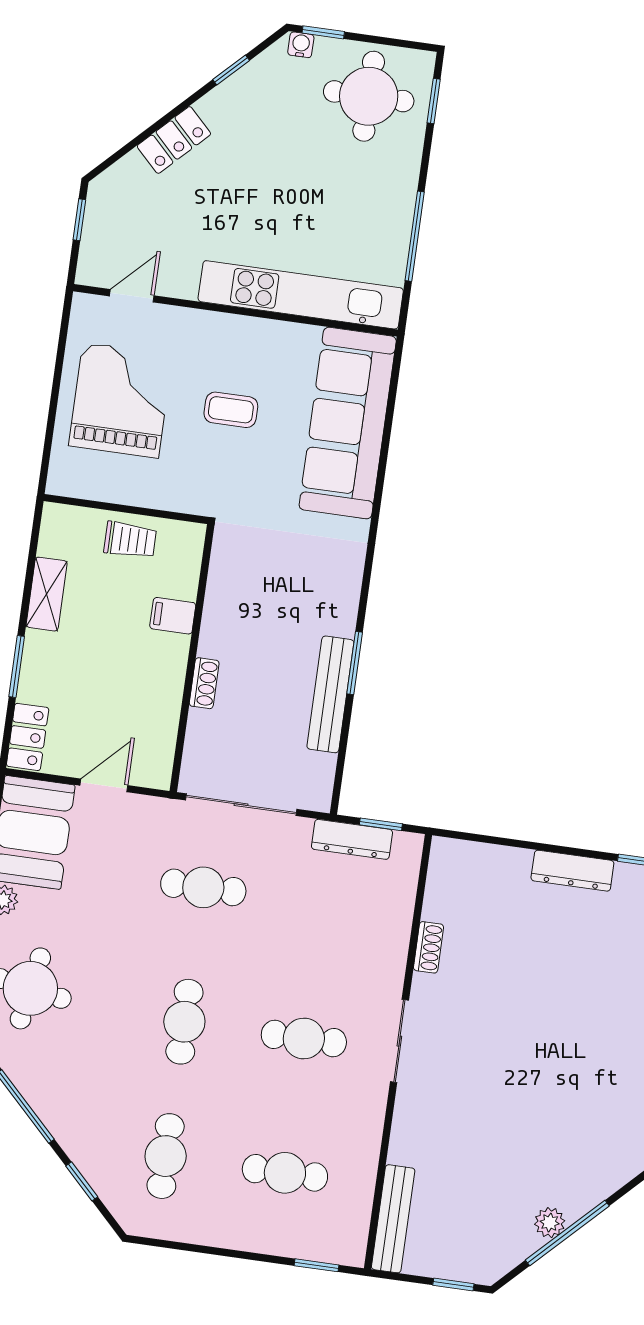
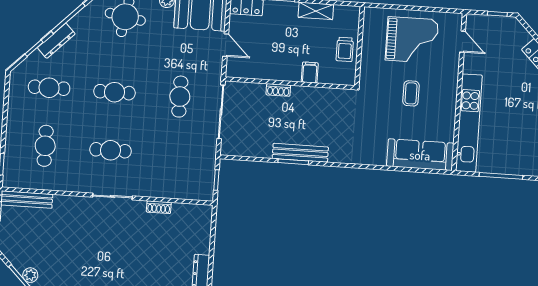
sofa: (348, 423) -> (420, 155), width x0.74, depth x0.79
bench: (330, 694) -> (300, 153), moved
dresser: (352, 839) -> (56, 41), moved, turned -135
cafe table: (304, 1038) -> (111, 150), turned 90

